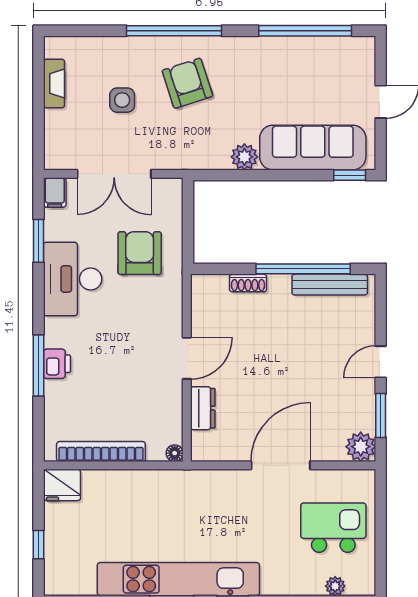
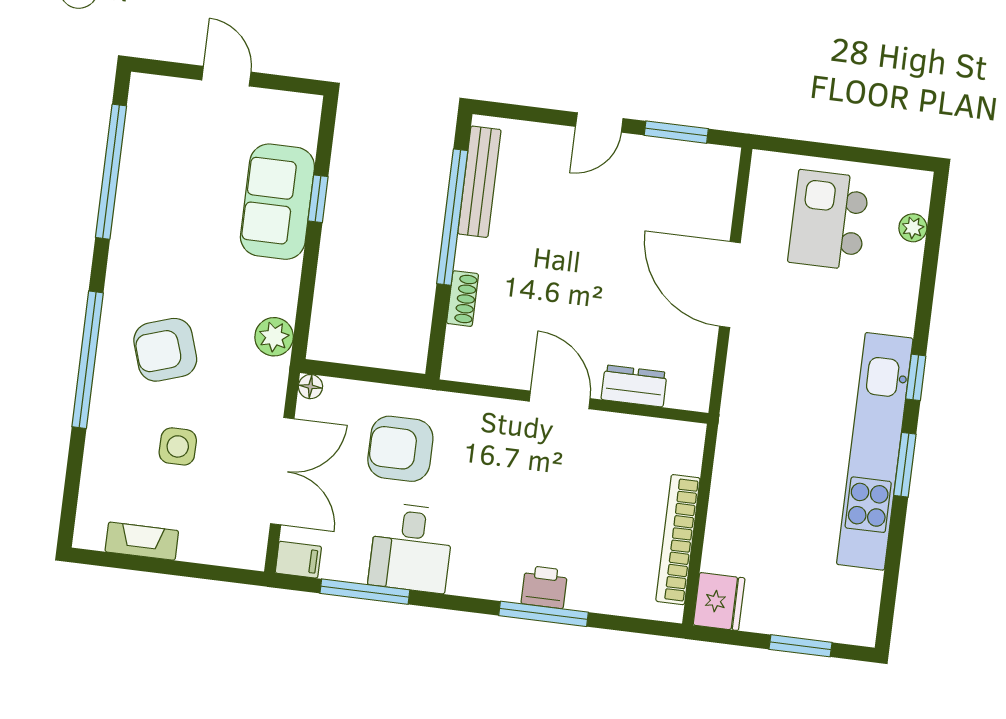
sofa: (313, 148) -> (277, 202), width x0.73
plant: (244, 157) -> (274, 337), moved
window: (350, 175) -> (318, 199), moved
window: (39, 241) -> (365, 592), width x1.44
desk: (73, 279) -> (411, 548), width x0.73
door: (381, 362) -> (599, 123), hinge flipped
plant: (361, 447) -> (718, 166), removed
floor lamp: (175, 453) -> (310, 387), moved
window: (39, 545) -> (800, 646), width x1.50

